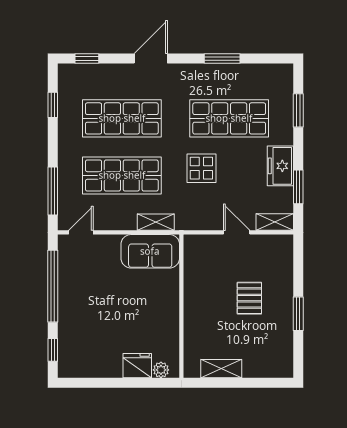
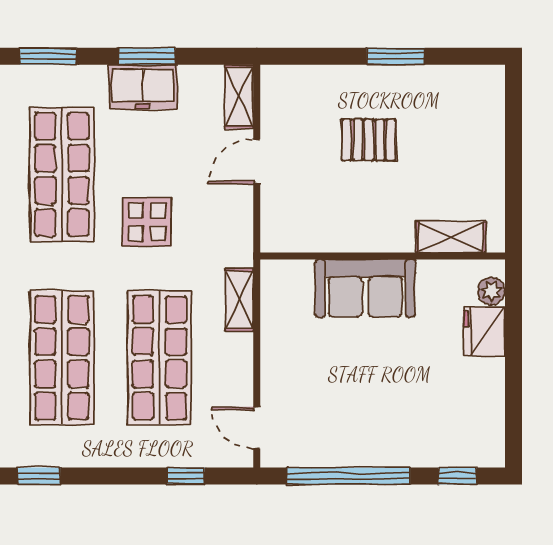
window: (298, 187) -> (147, 56), moved
window: (53, 191) -> (186, 476), width x0.46
sofa: (150, 251) -> (365, 288), moved, turned 90
shelving: (221, 369) -> (451, 237), moved, turned 90

